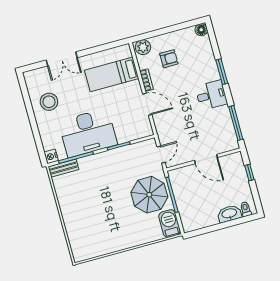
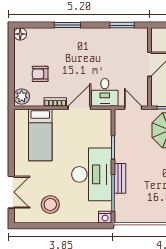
double door: (62, 59) -> (11, 192), moved
armchair: (169, 59) -> (40, 74), turned -90
desk: (211, 95) -> (105, 92), moved, turned 180
window: (236, 123) -> (122, 25), width x0.69
bench: (63, 168) -> (120, 178), moved

